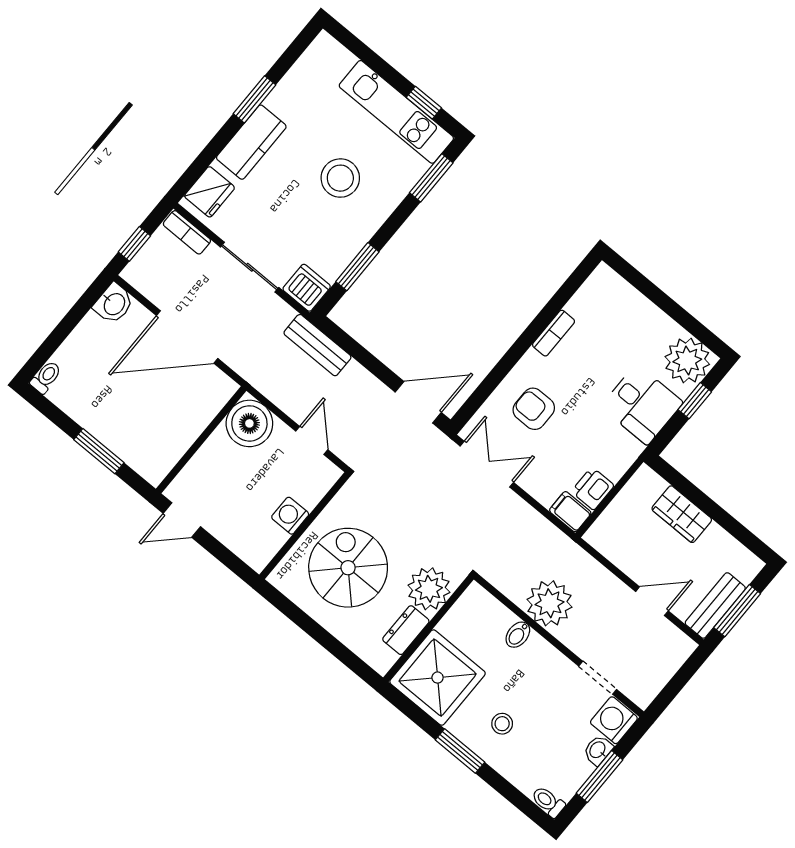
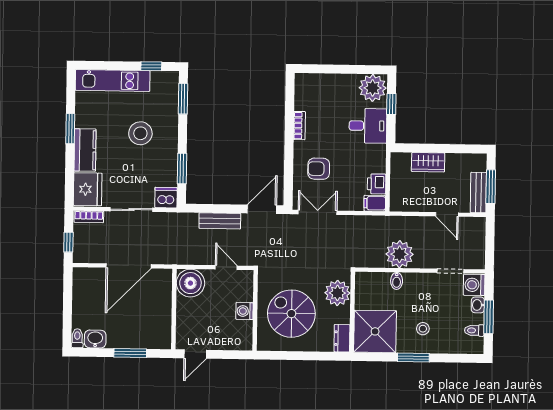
kitchen unit: (396, 112) -> (113, 81), moved
fridge: (210, 192) -> (88, 189), width x1.36, depth x1.34
washbasin: (114, 304) -> (95, 339), moved, turned -90
bench: (317, 345) -> (220, 221), moved
door: (652, 601) -> (447, 214), swing flipped
dresser: (406, 630) -> (342, 338), moved
toilet: (548, 802) -> (474, 330), moved

